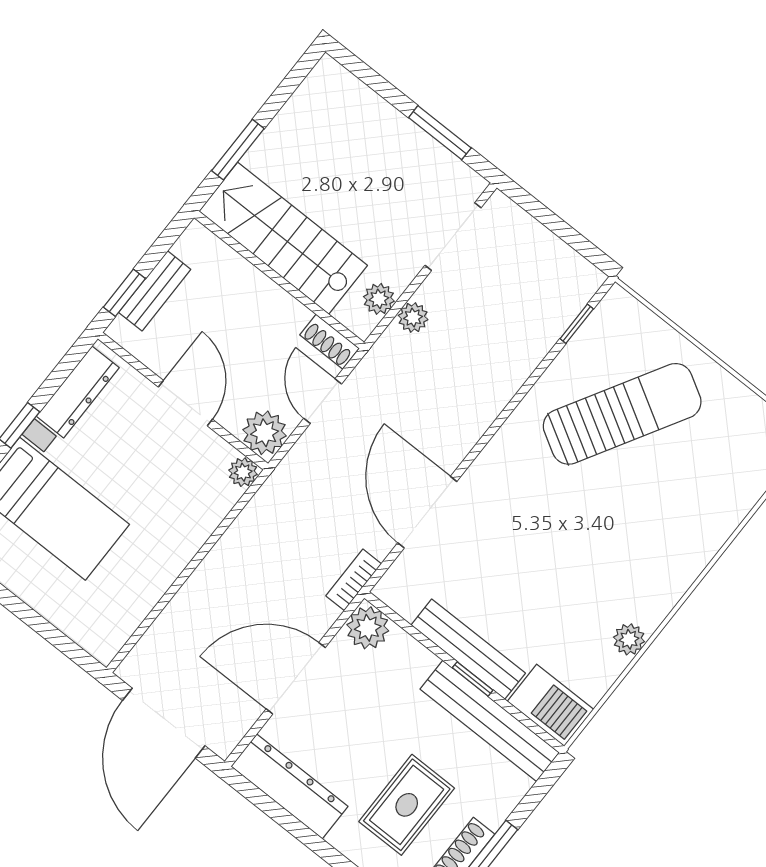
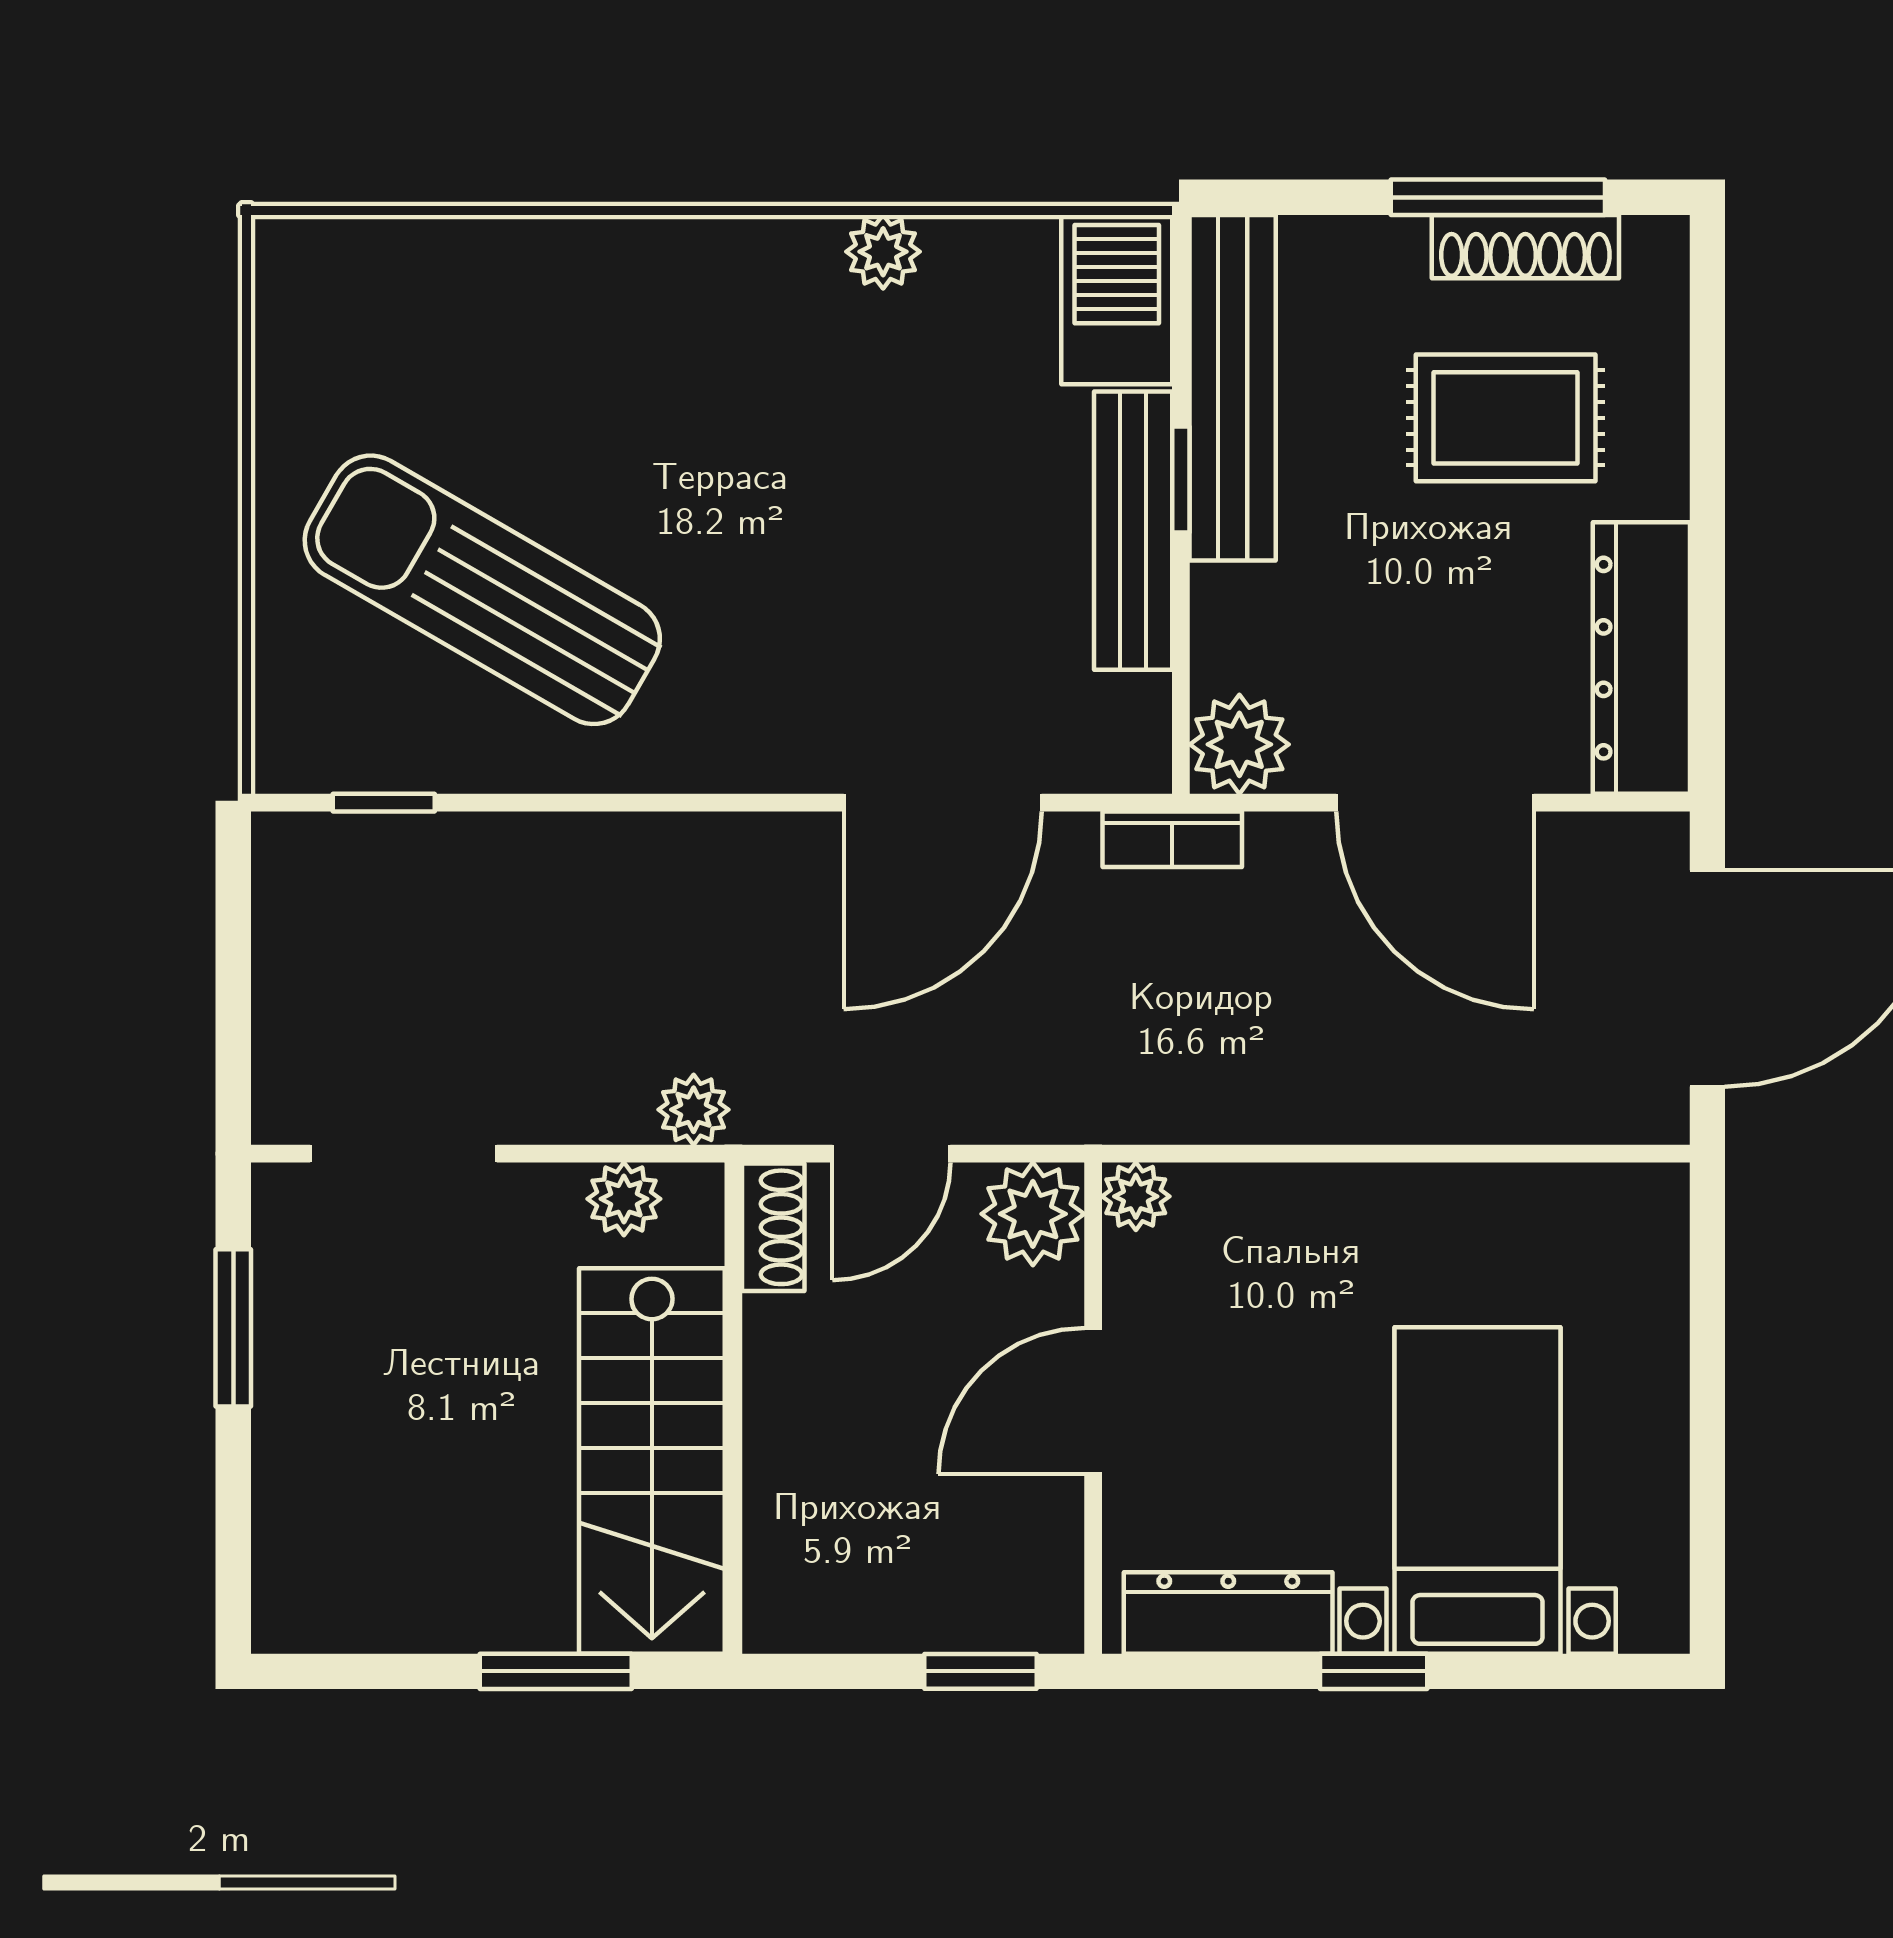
bench: (155, 291) -> (933, 1619), removed
plant: (413, 318) -> (694, 1110), moved

